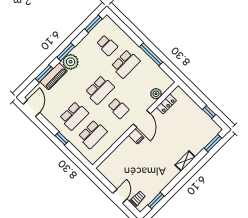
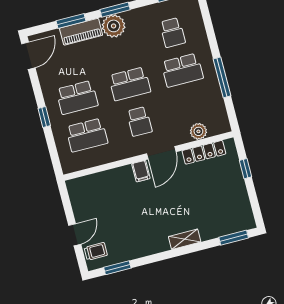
locker: (166, 104) -> (204, 152), width x1.53
window: (209, 112) -> (246, 169), moved

